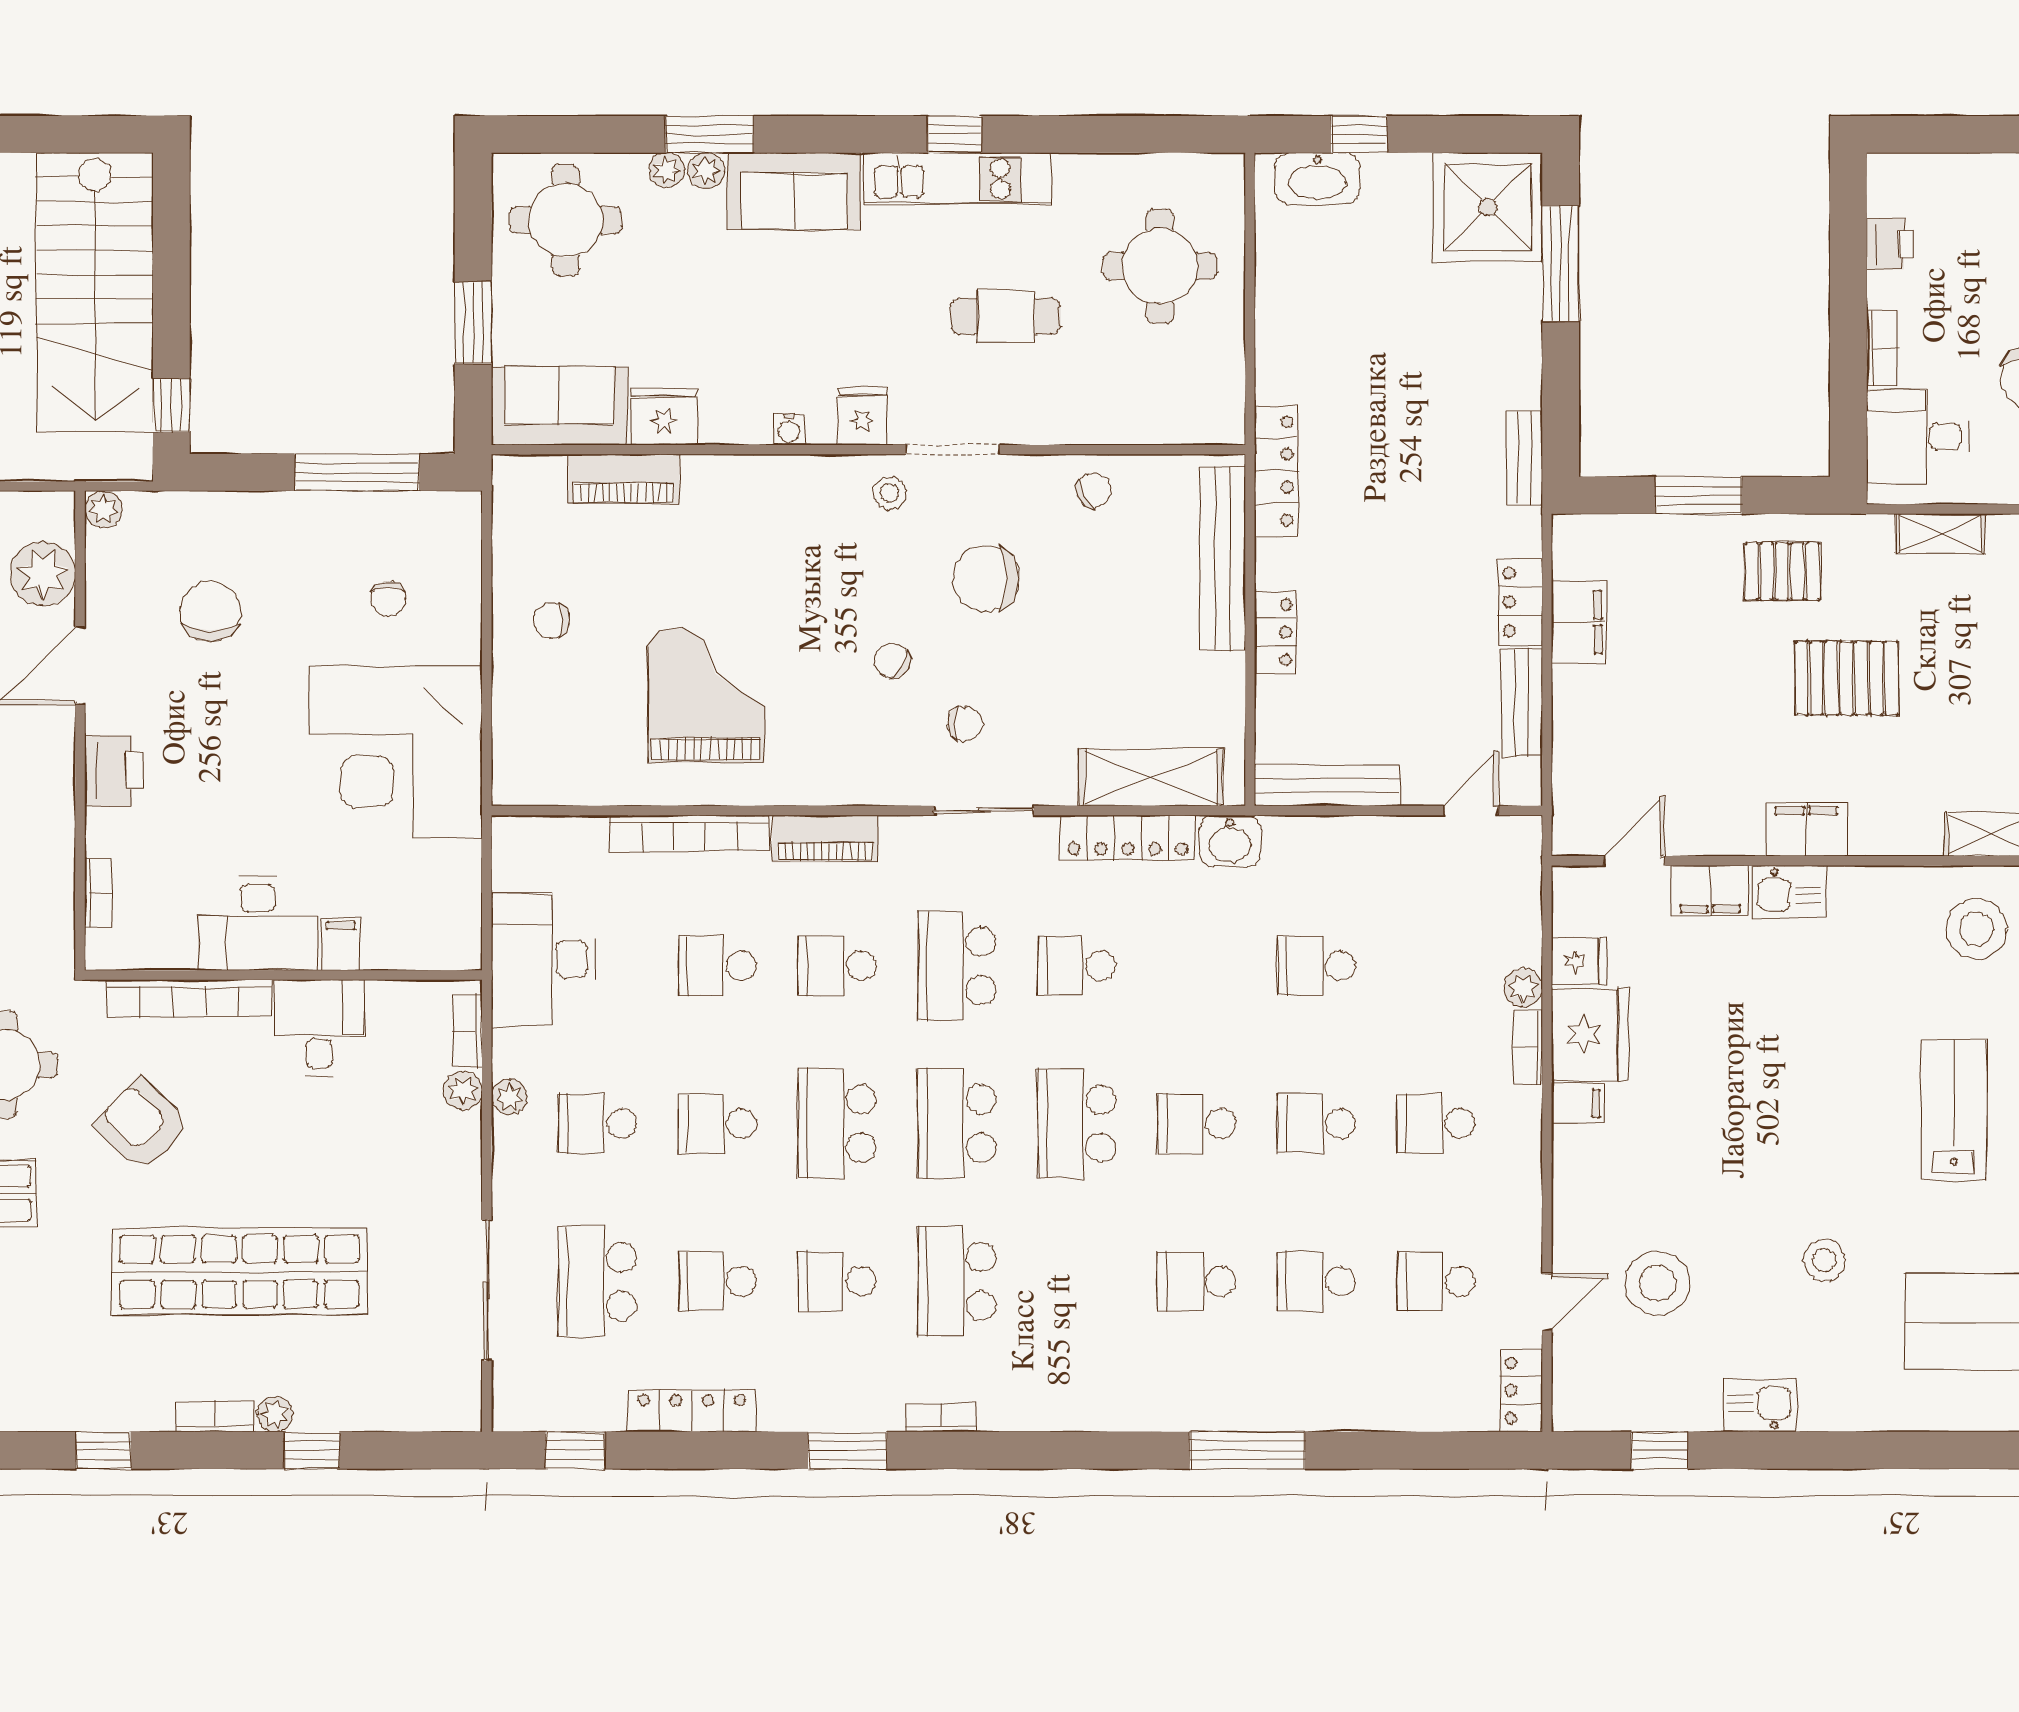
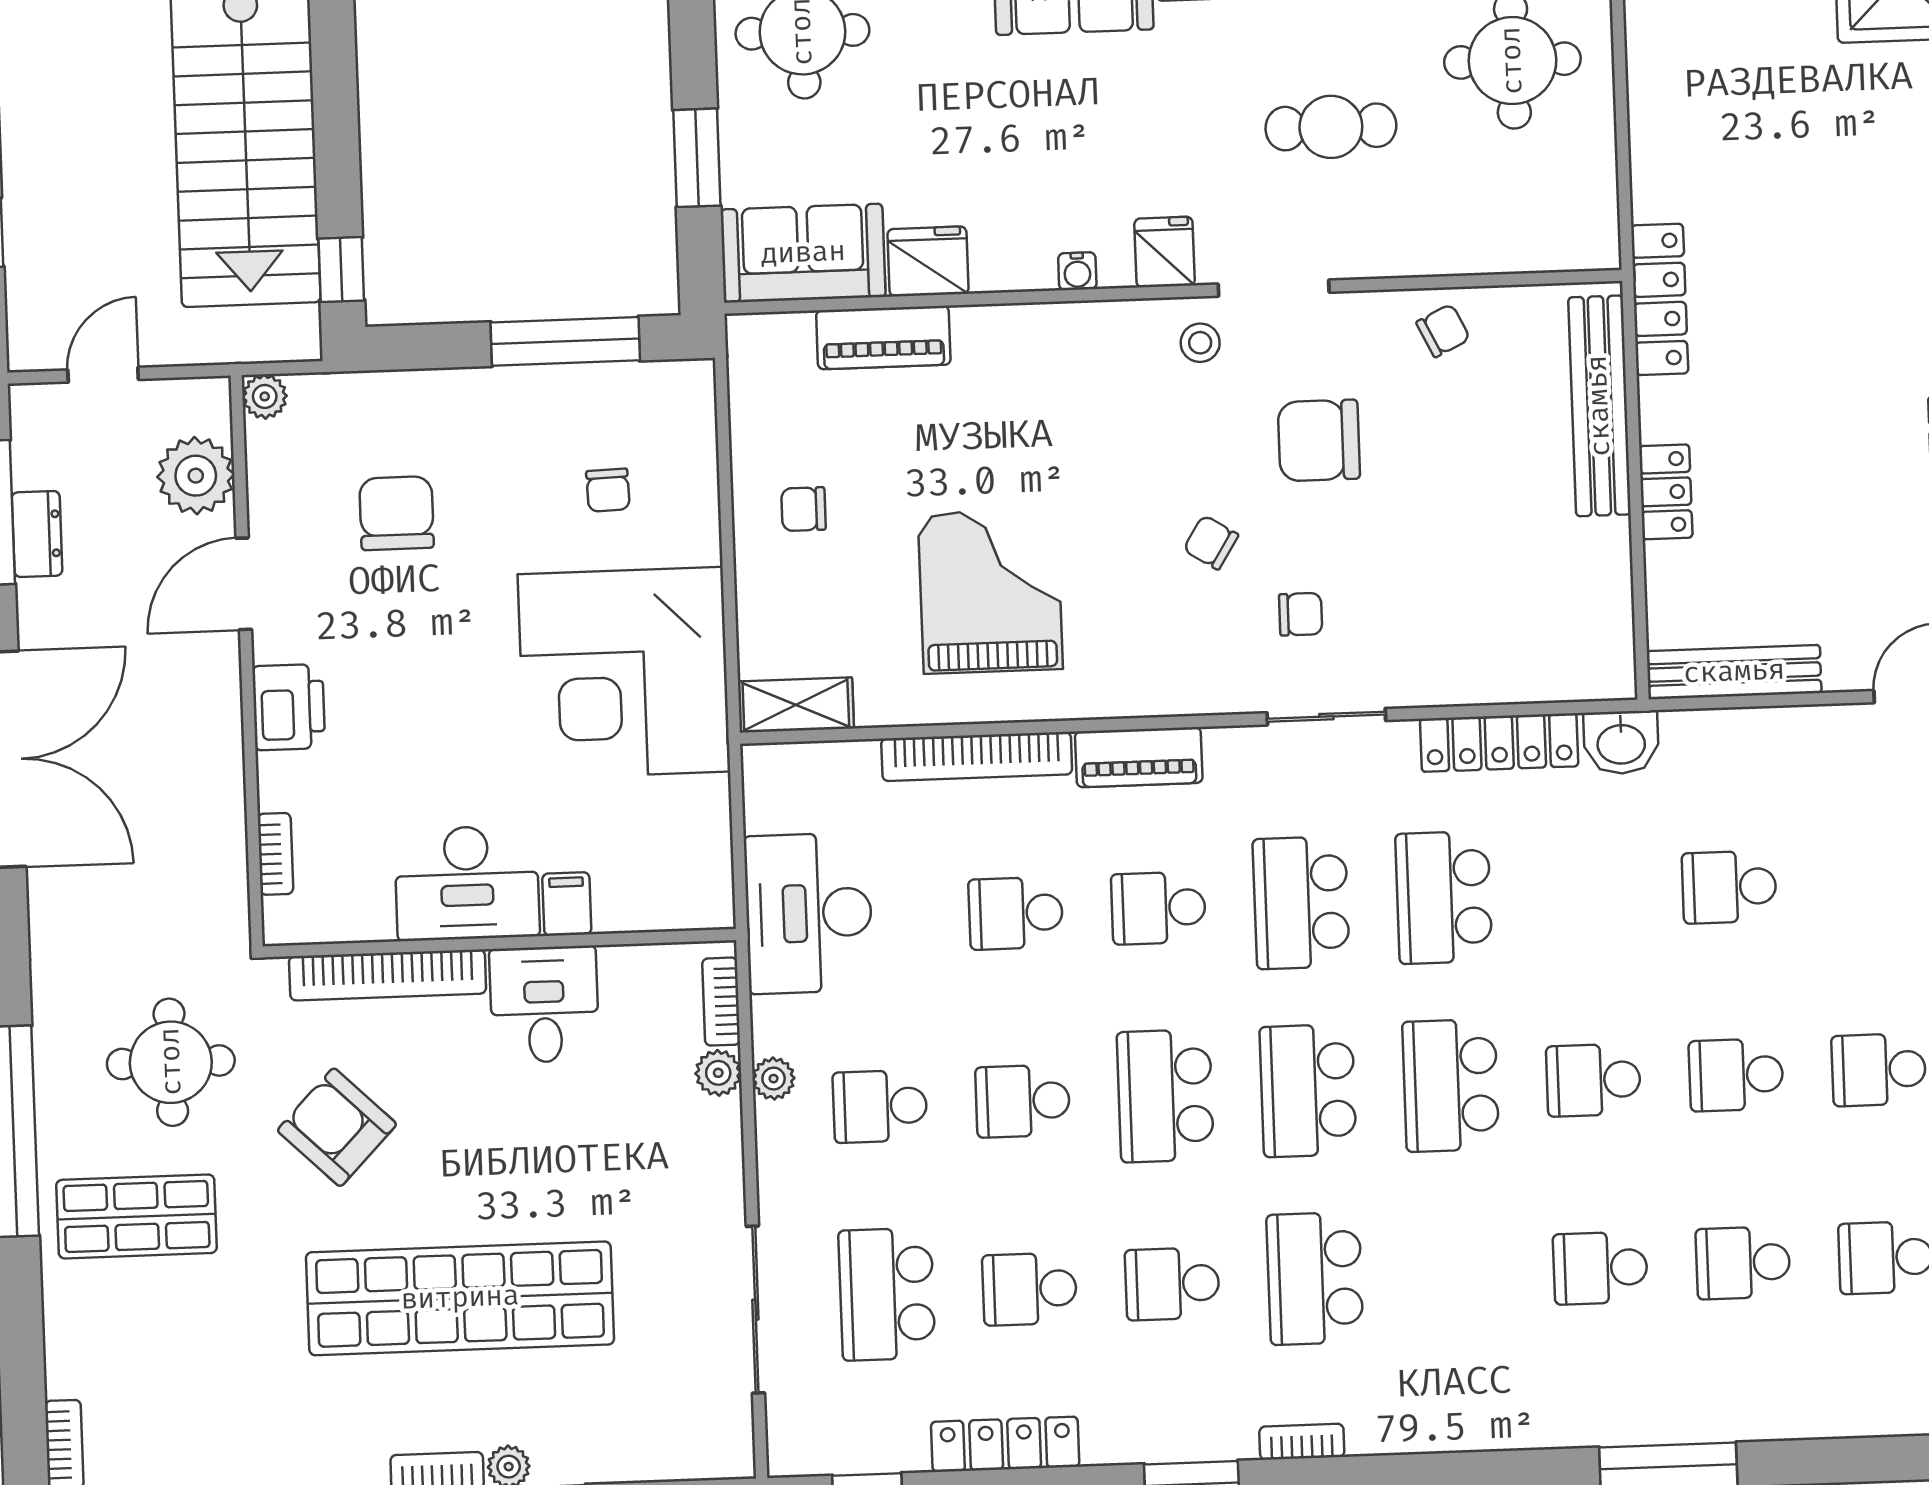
shelving: (1151, 777) -> (796, 705), moved, width x0.67, depth x0.75
school desk: (1077, 966) -> (1444, 897), width x1.85

